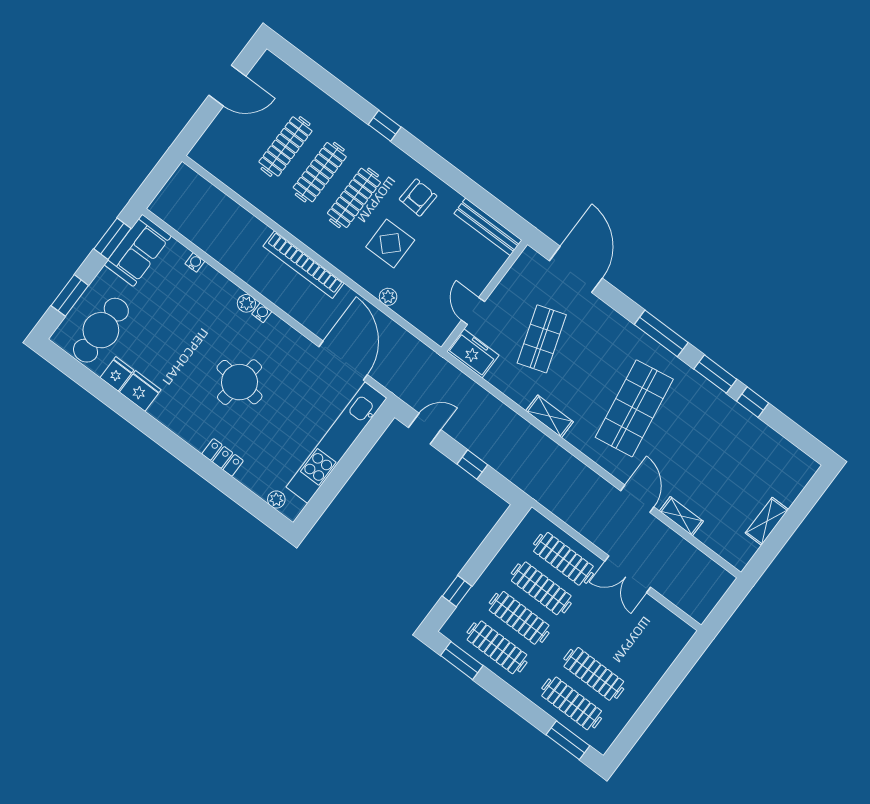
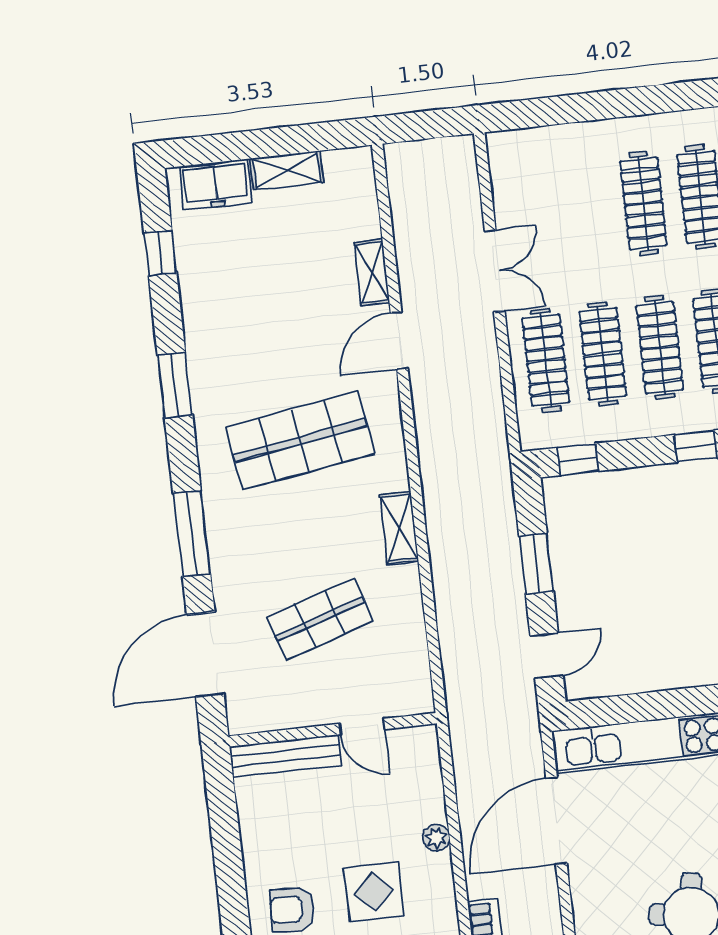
bench: (488, 227) -> (285, 756), moved, turned 90
door: (473, 311) -> (362, 727), hinge flipped
window: (661, 333) -> (192, 534), moved
freezer: (473, 353) -> (216, 185), moved, turned -90
window: (753, 402) -> (160, 253), moved
door: (425, 429) -> (547, 656), swing flipped
window: (472, 465) -> (536, 564), width x1.50
window: (503, 530) -> (578, 459), added

